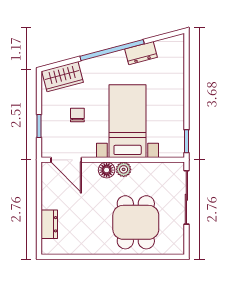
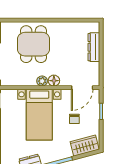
door: (66, 160) -> (82, 88), swing flipped
dresser: (49, 224) -> (94, 47), width x1.44

